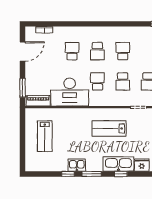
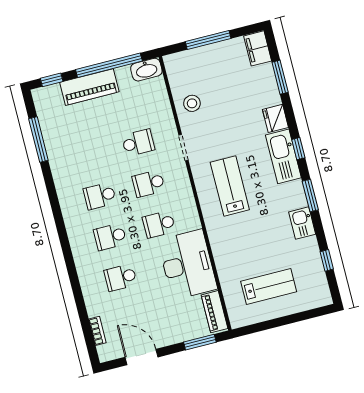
school desk: (97, 51) -> (110, 237), turned 180
school desk: (123, 81) -> (149, 184), turned 180
lab bench: (109, 128) -> (230, 186), turned 180
window: (68, 174) -> (327, 260), moved

